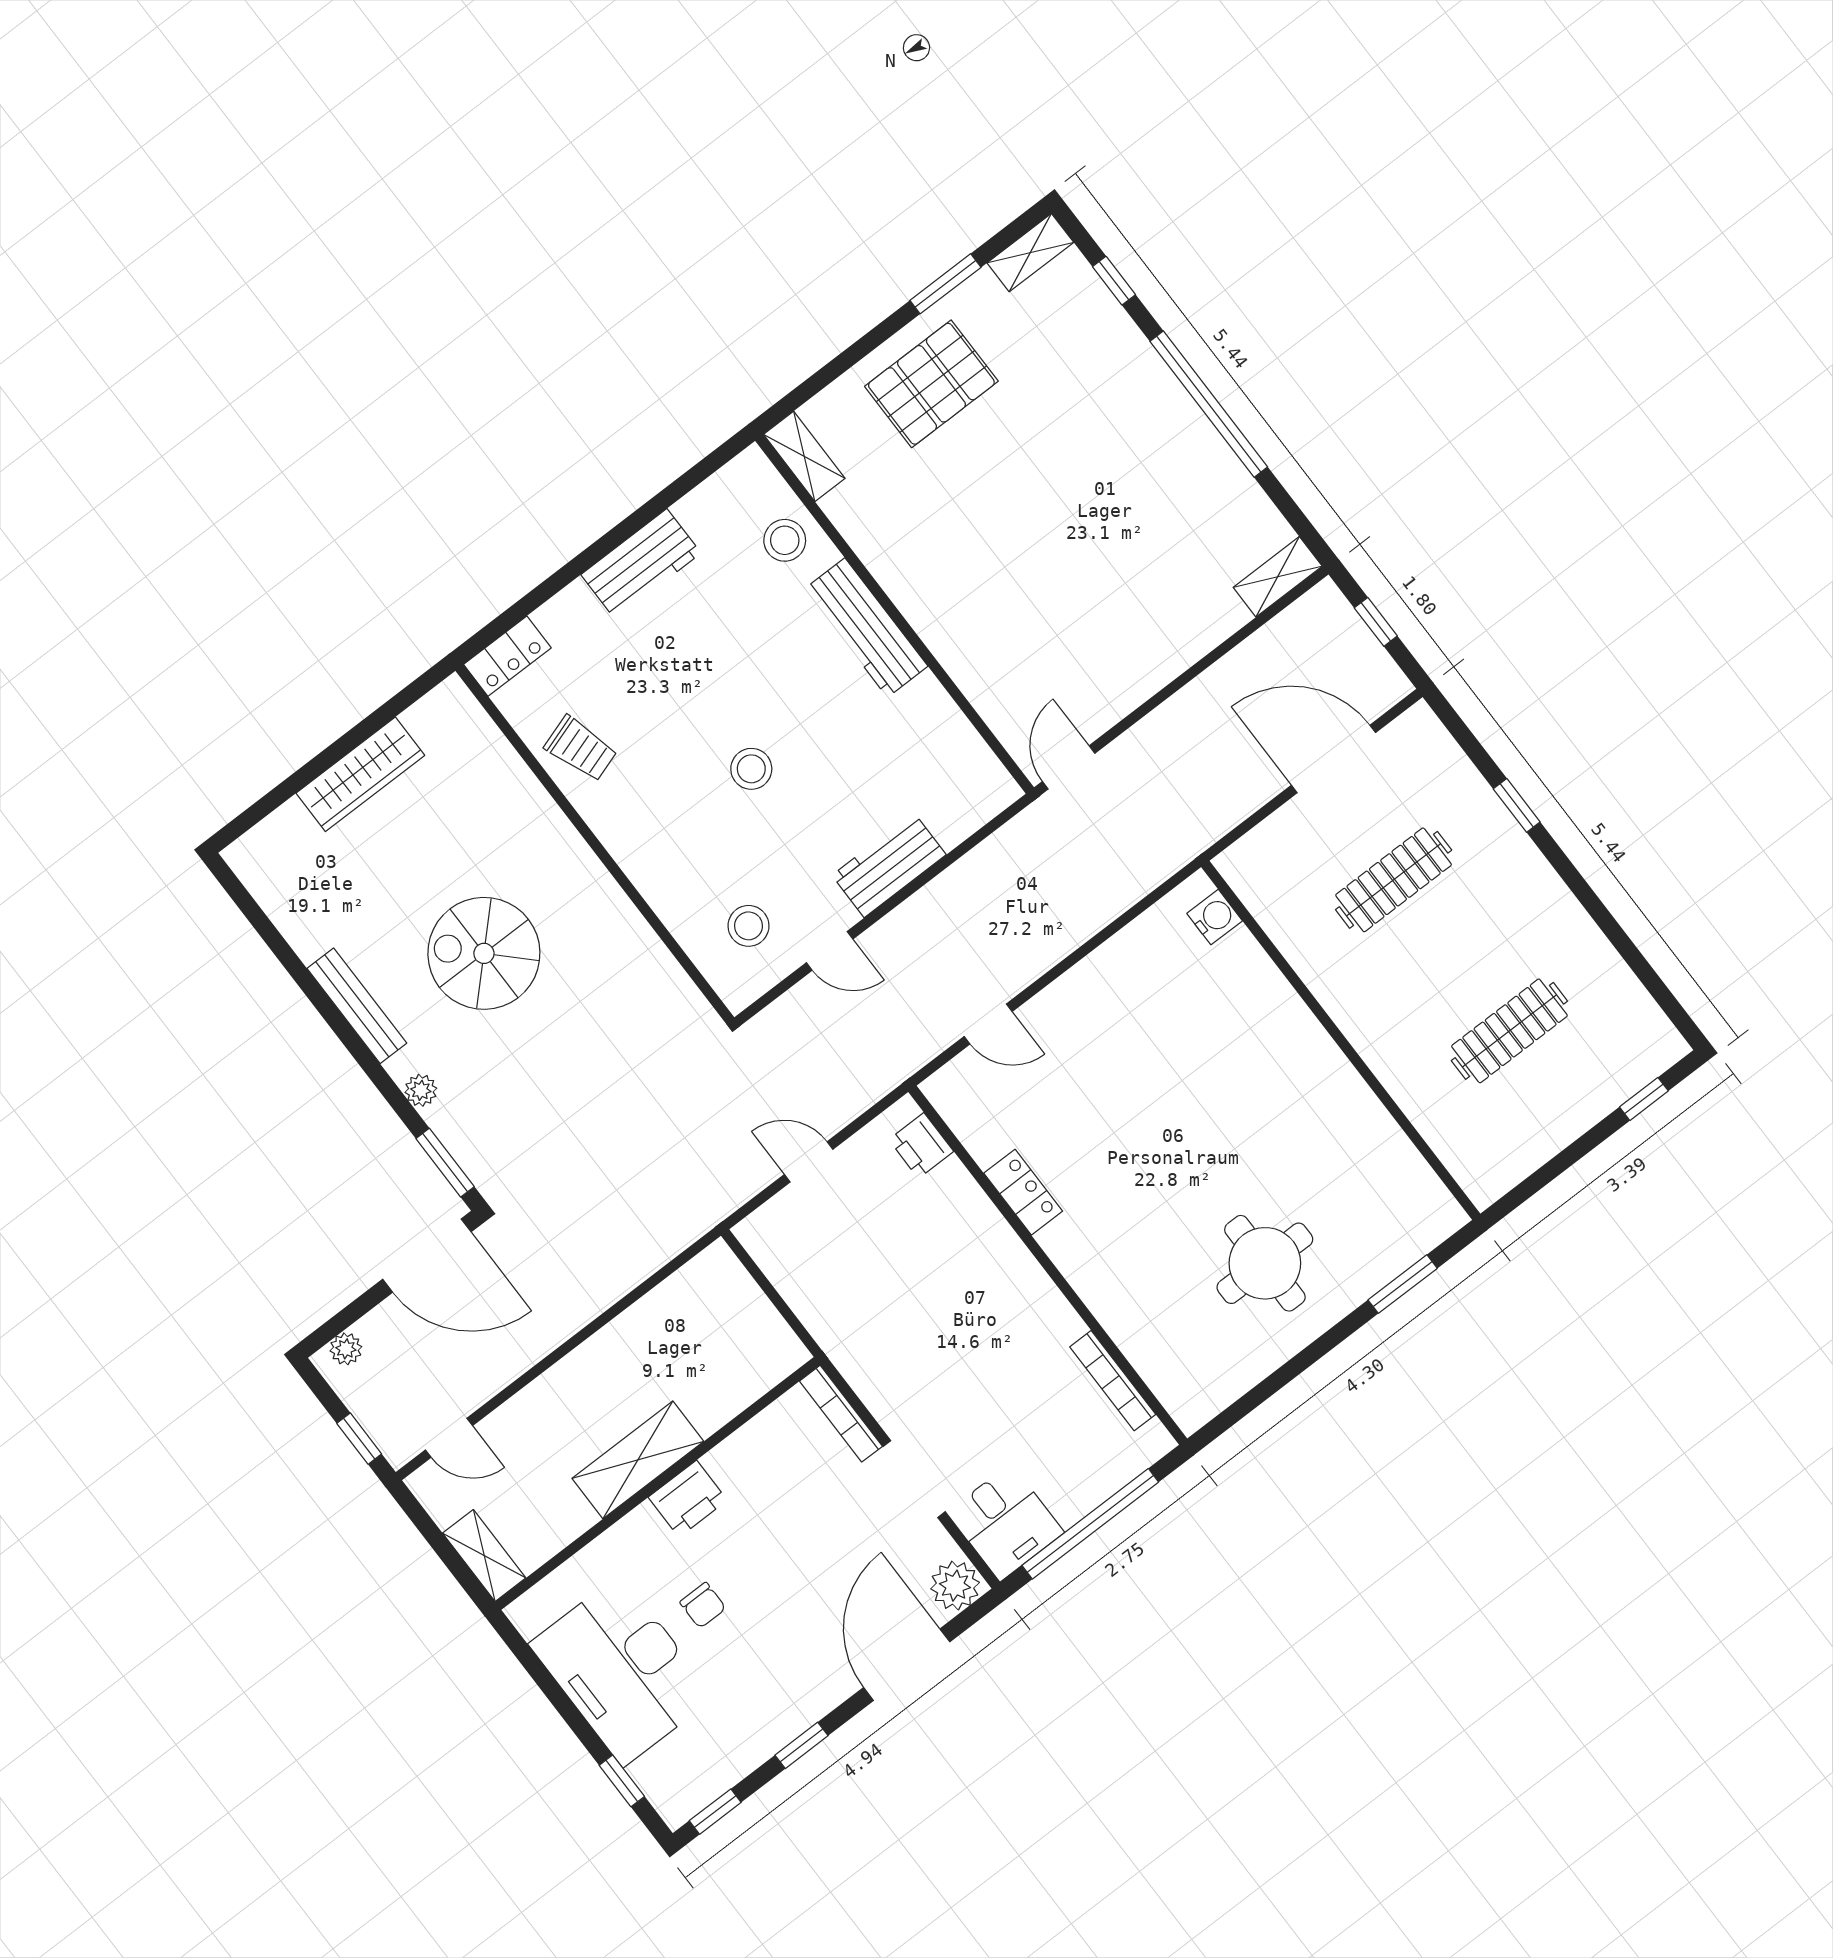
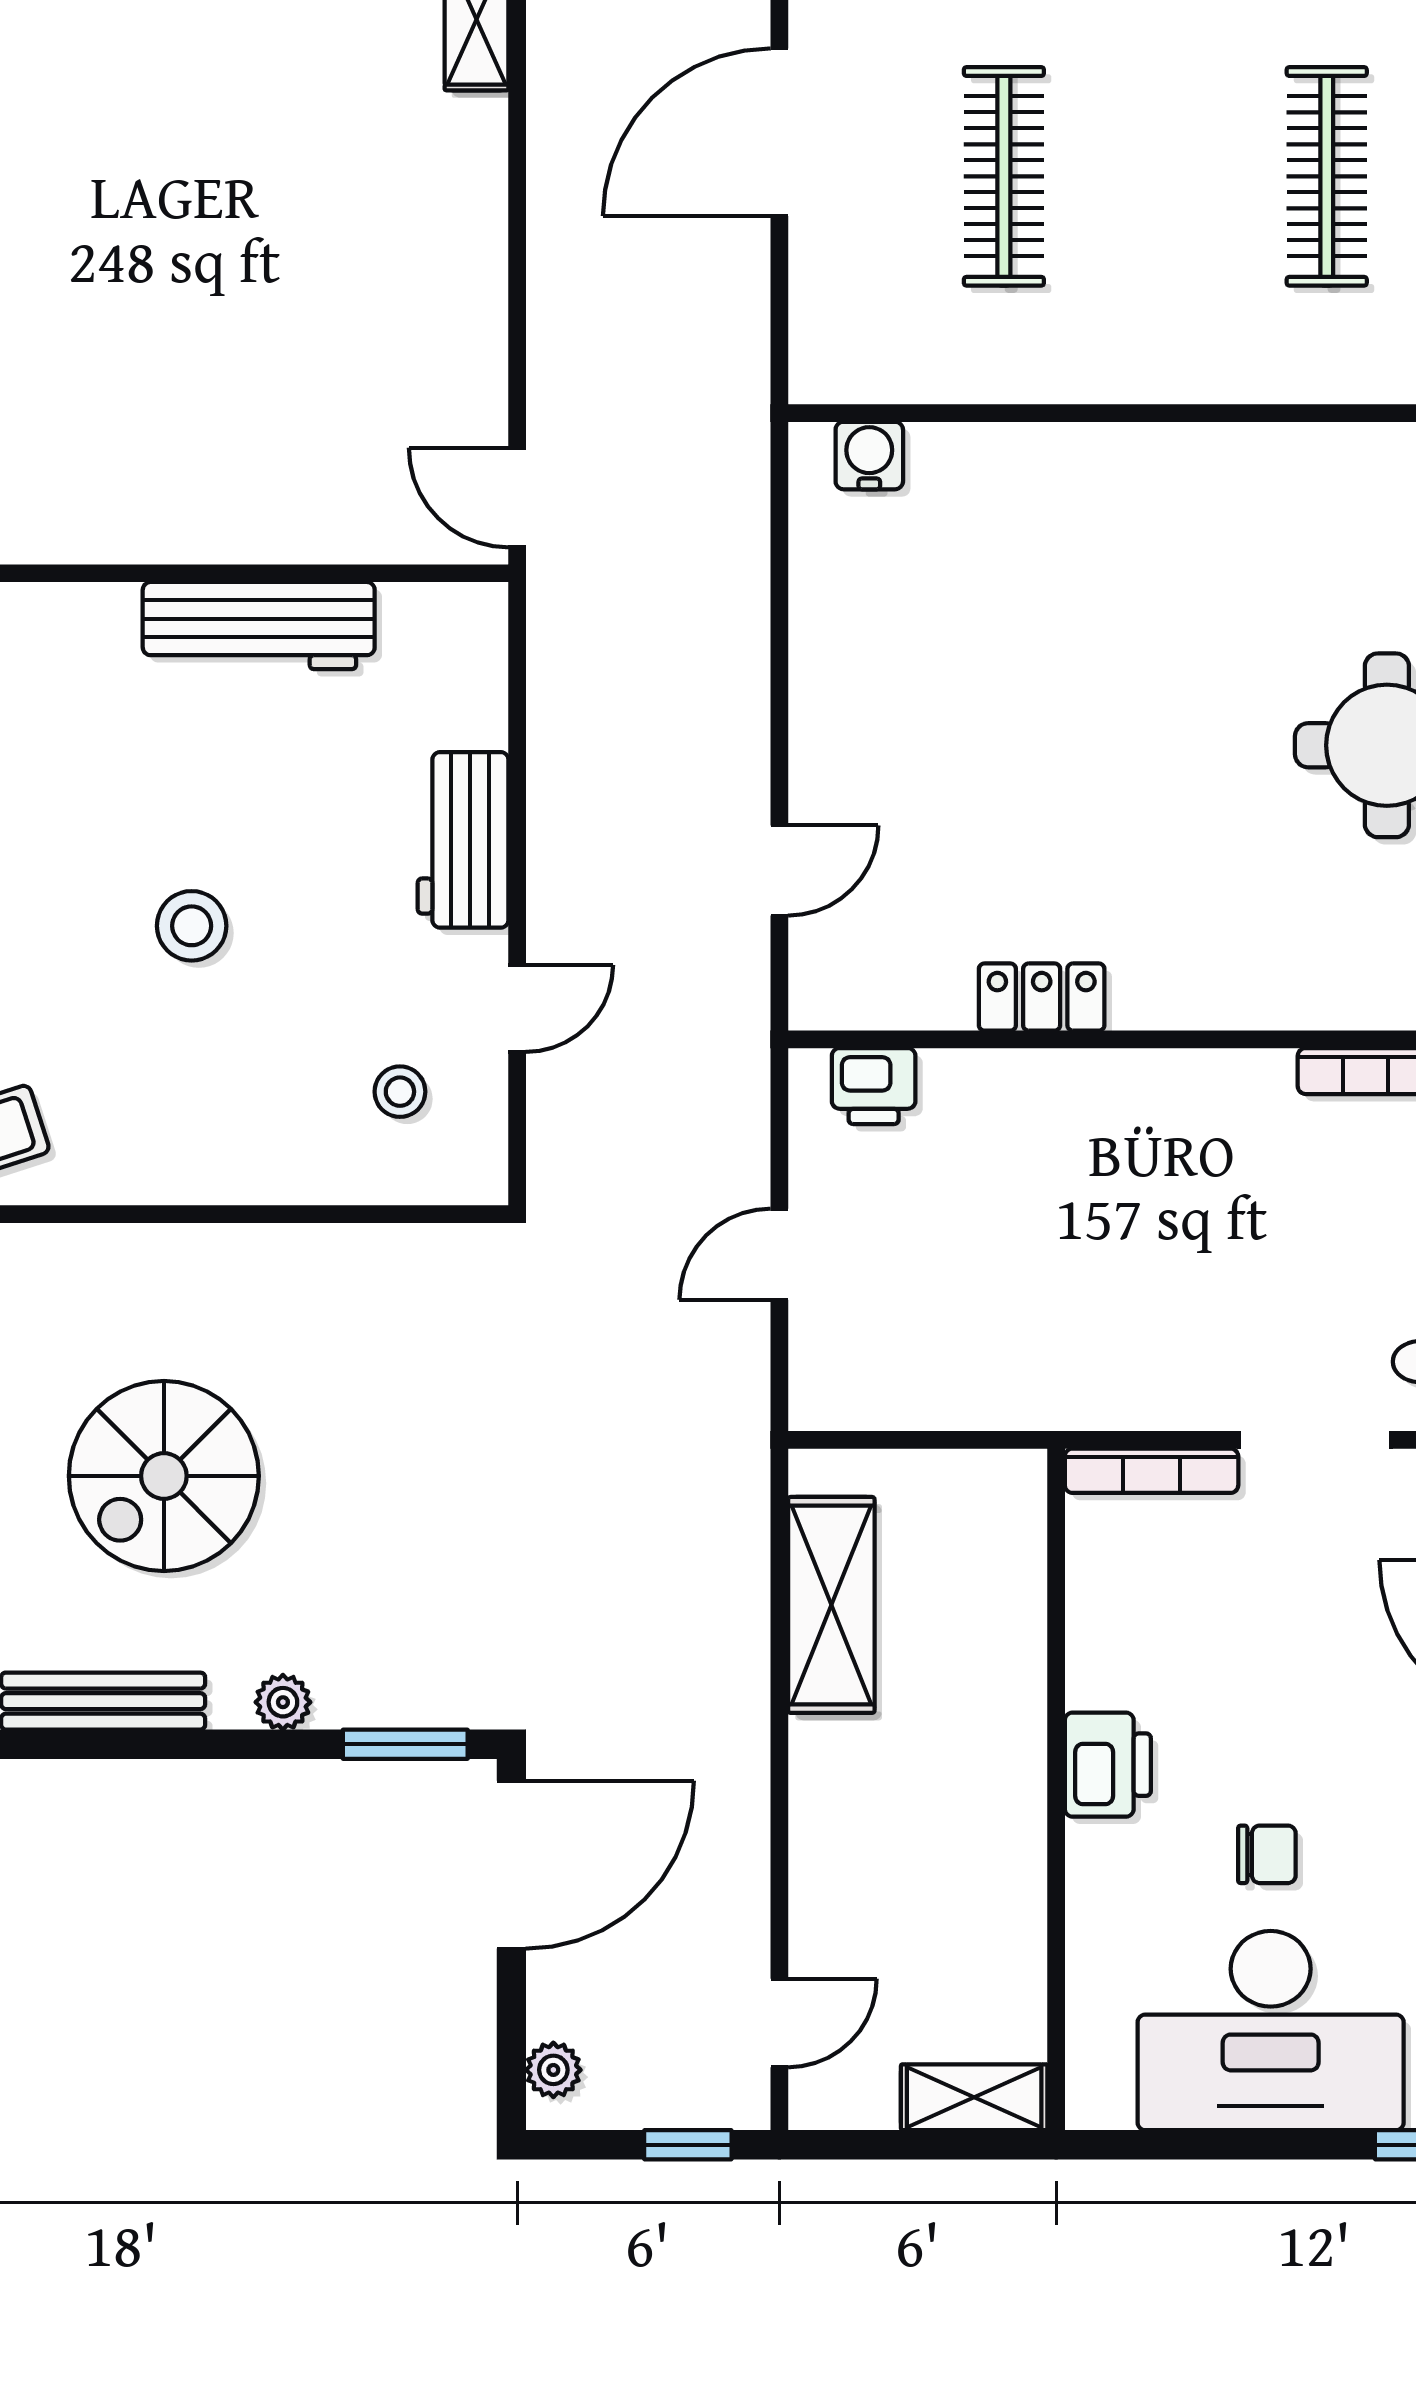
workbench: (866, 628) -> (259, 626), moved
stool: (749, 926) -> (400, 1092), width x0.73, depth x0.73
shelving: (638, 1460) -> (831, 1605), moved

